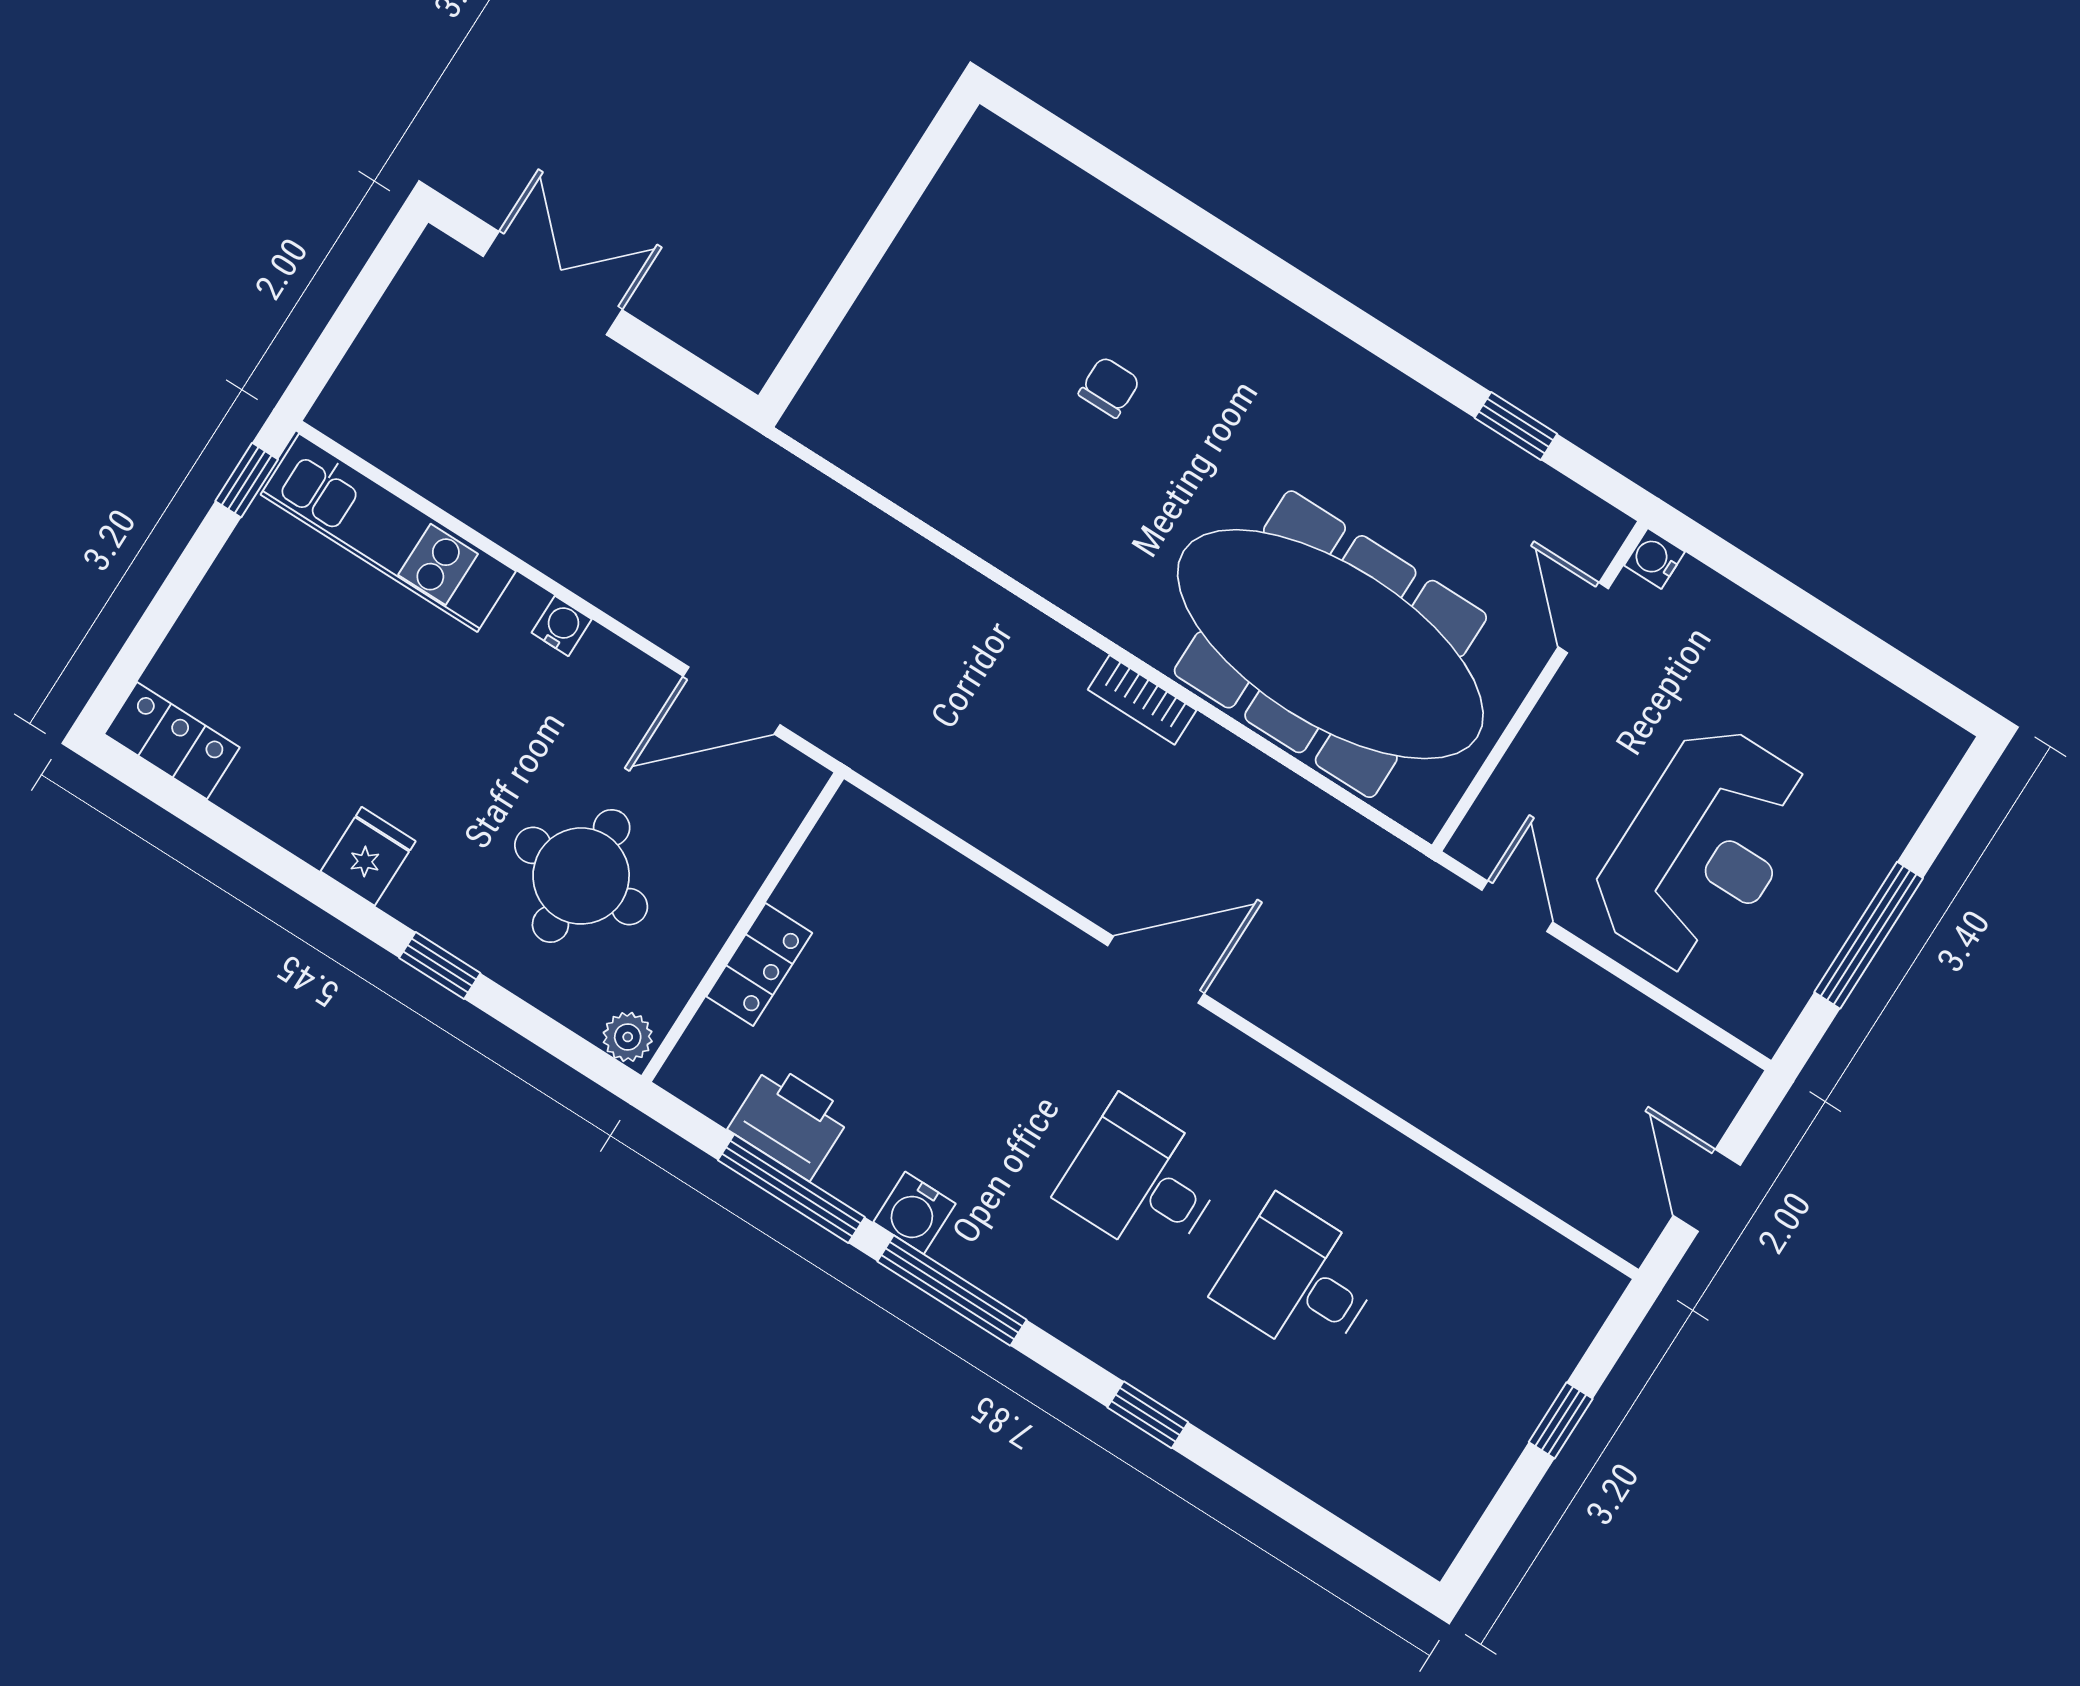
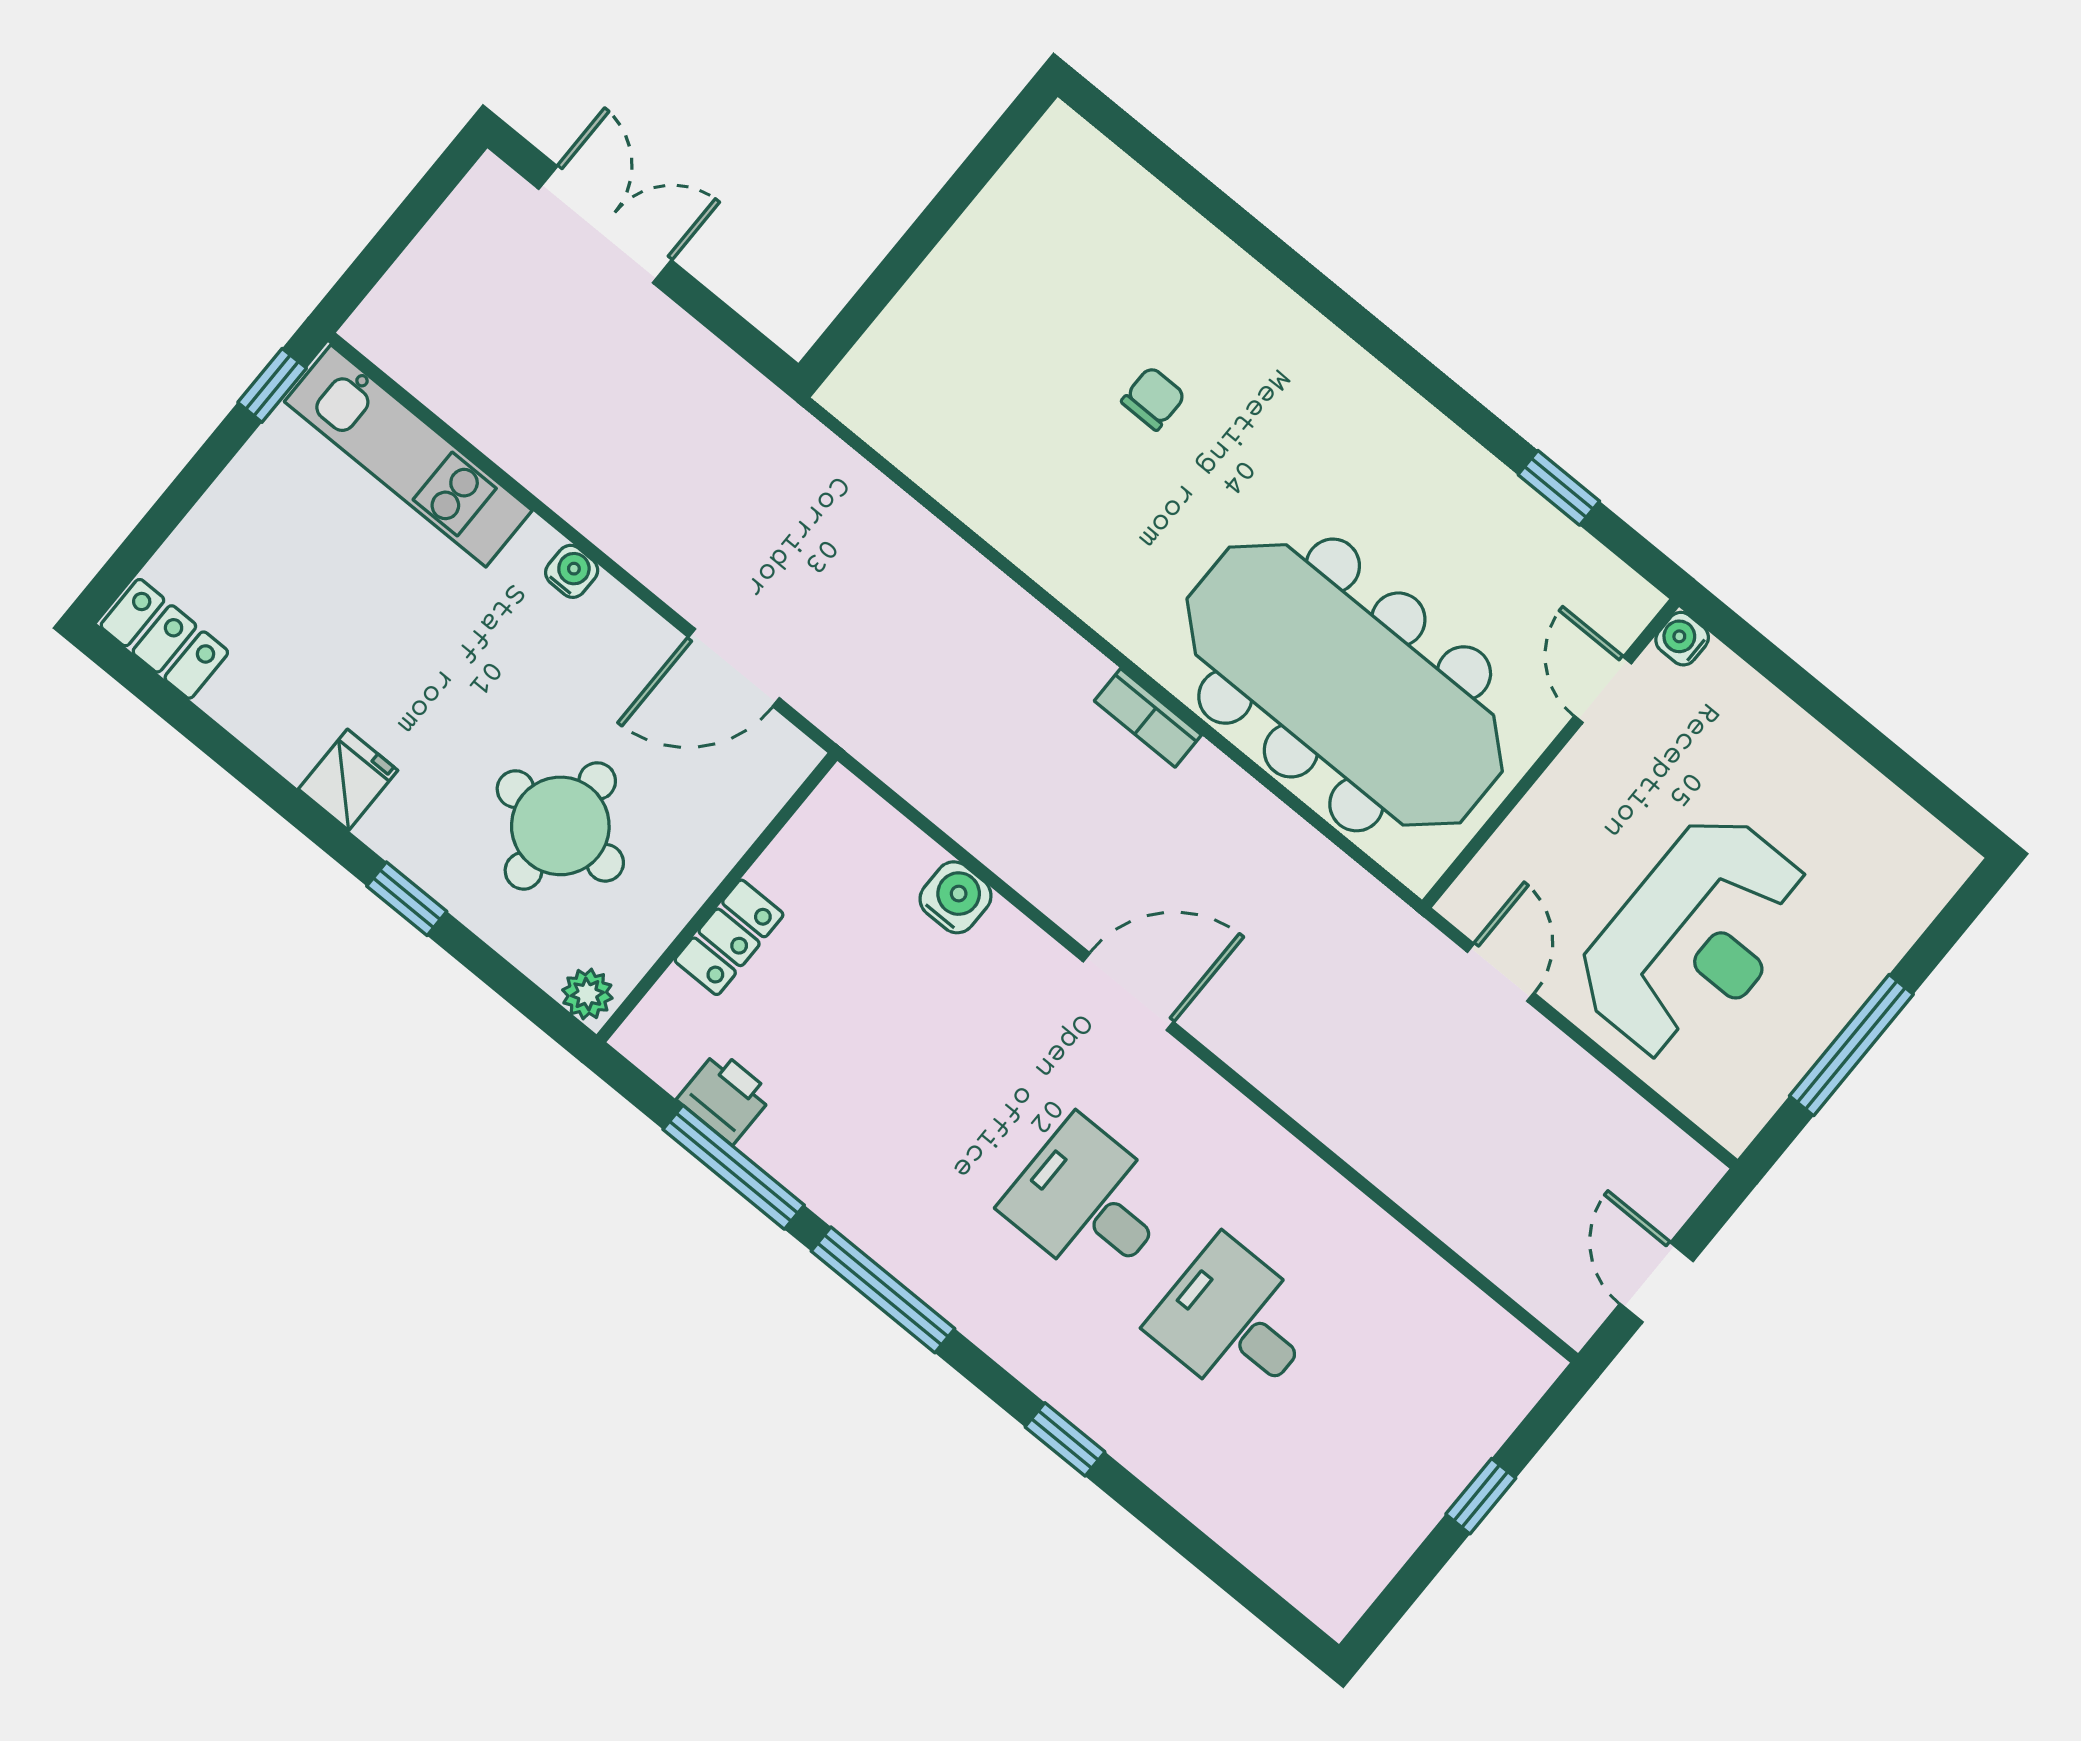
printer: (790, 1121) -> (725, 1097), width x0.73, depth x0.81
water cooler: (914, 1213) -> (956, 897), moved, turned 180

